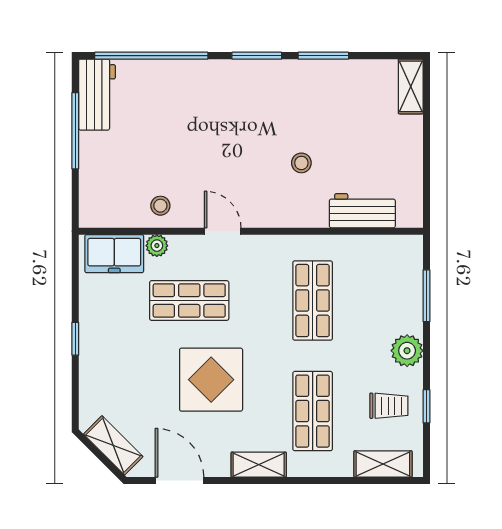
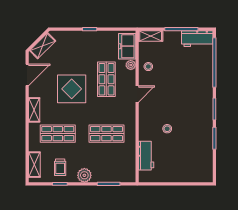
shelving: (411, 86) -> (151, 36), moved

